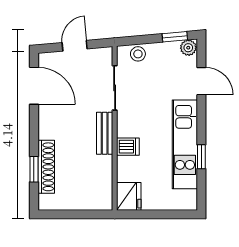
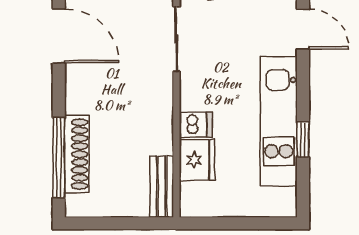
bench: (105, 133) -> (162, 187), moved
window: (34, 169) -> (59, 158), width x2.17
fridge: (129, 196) -> (197, 160), moved

